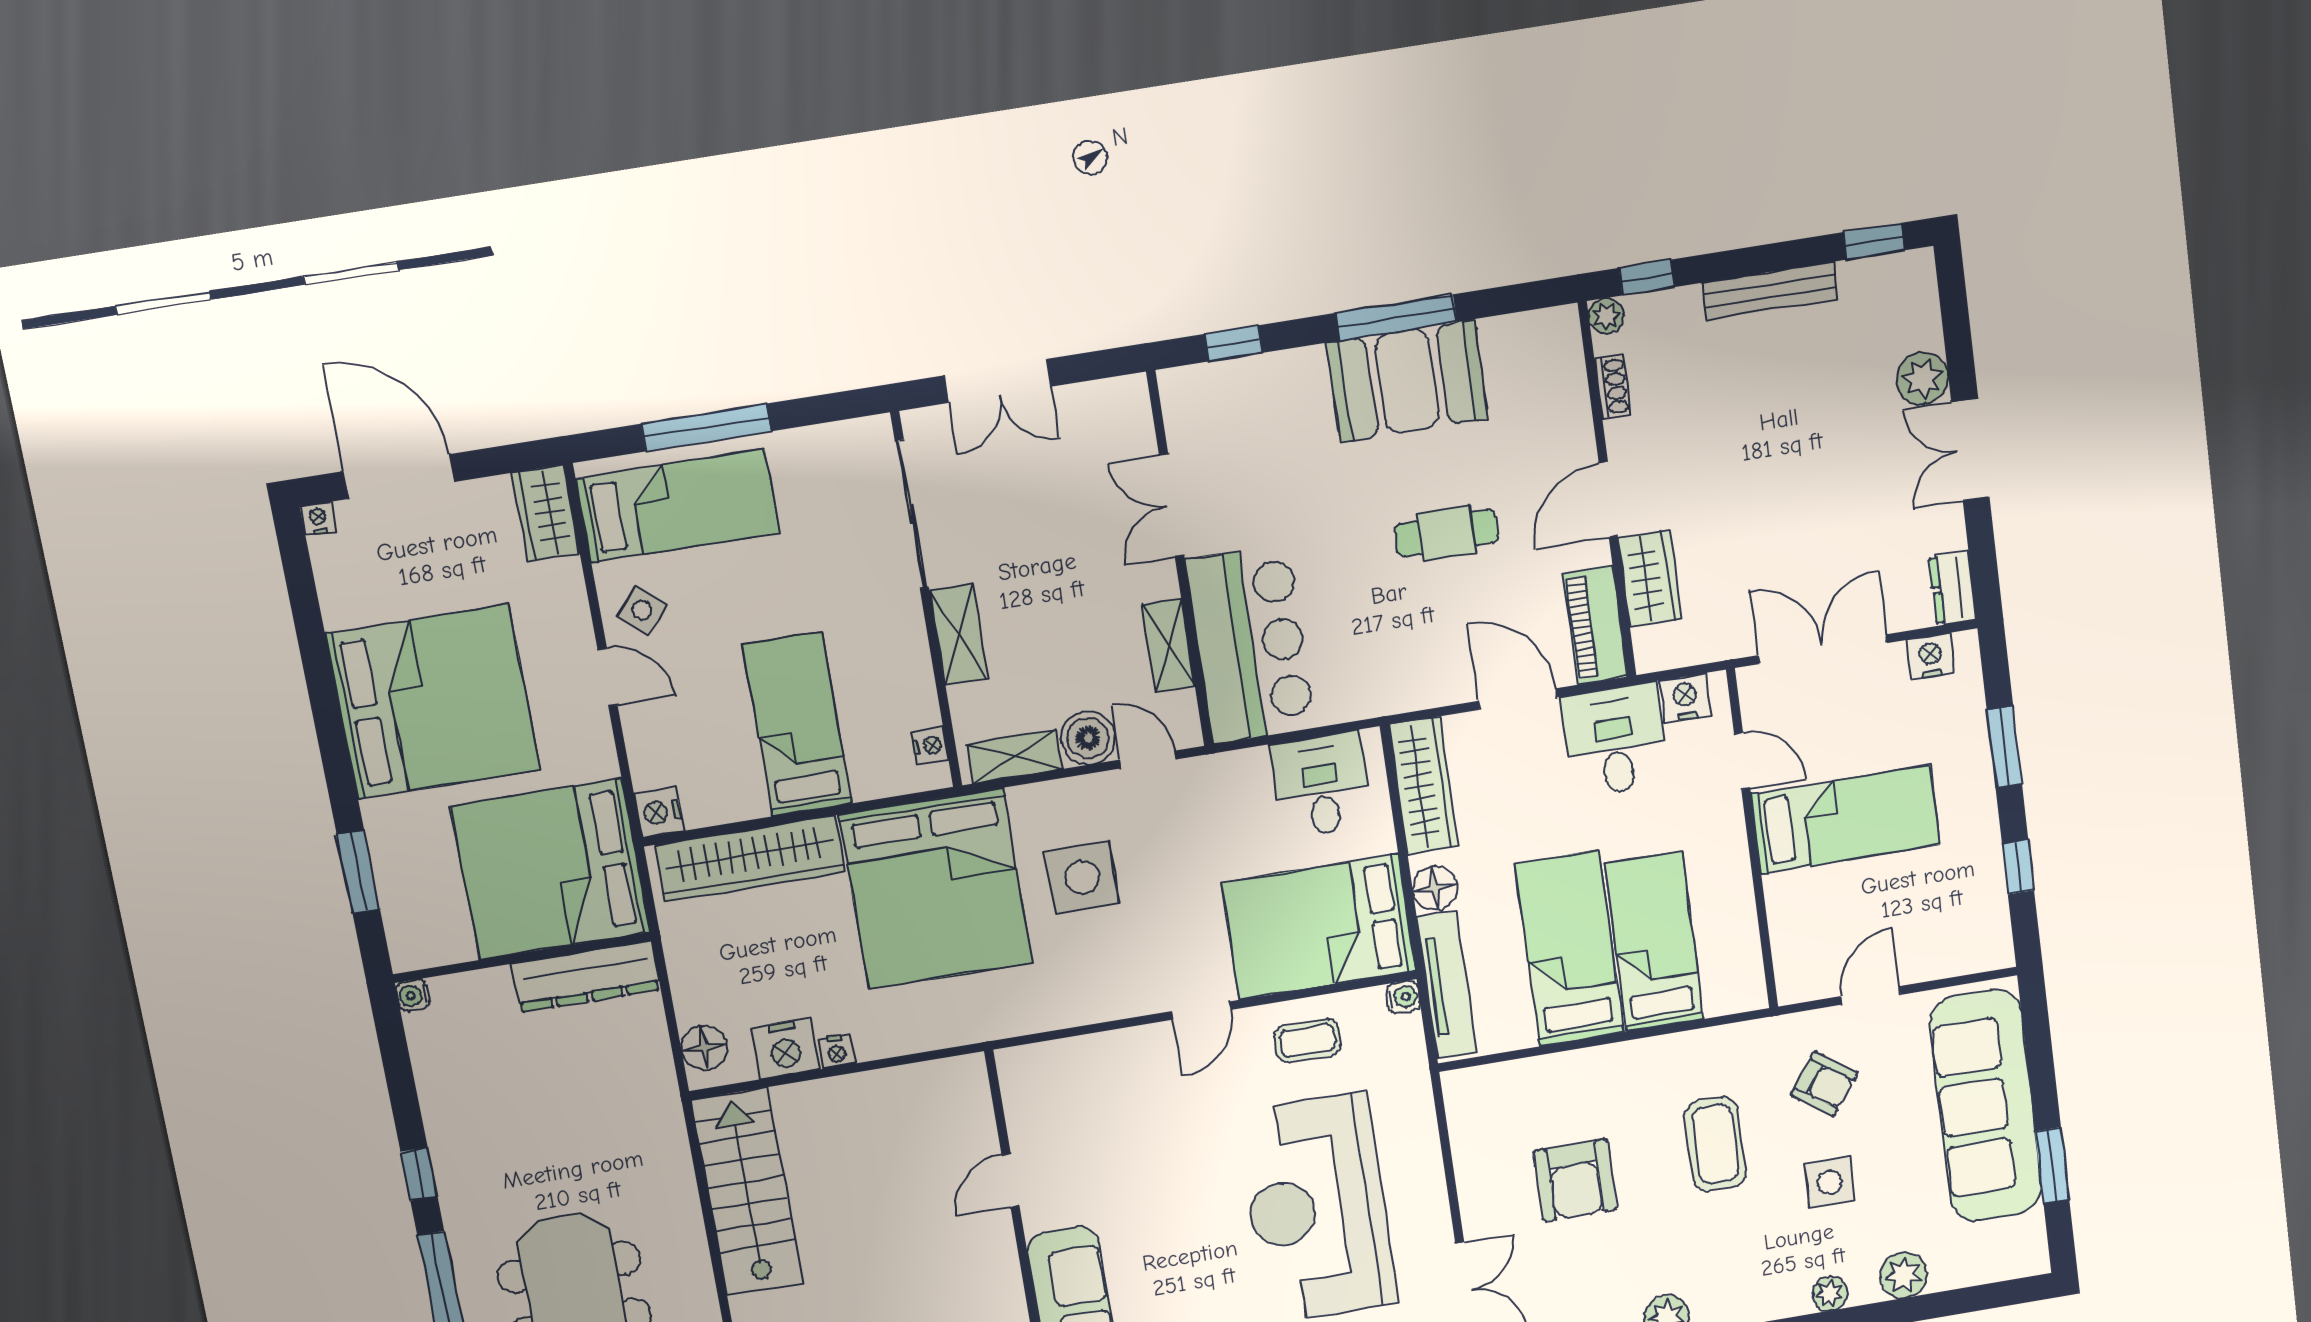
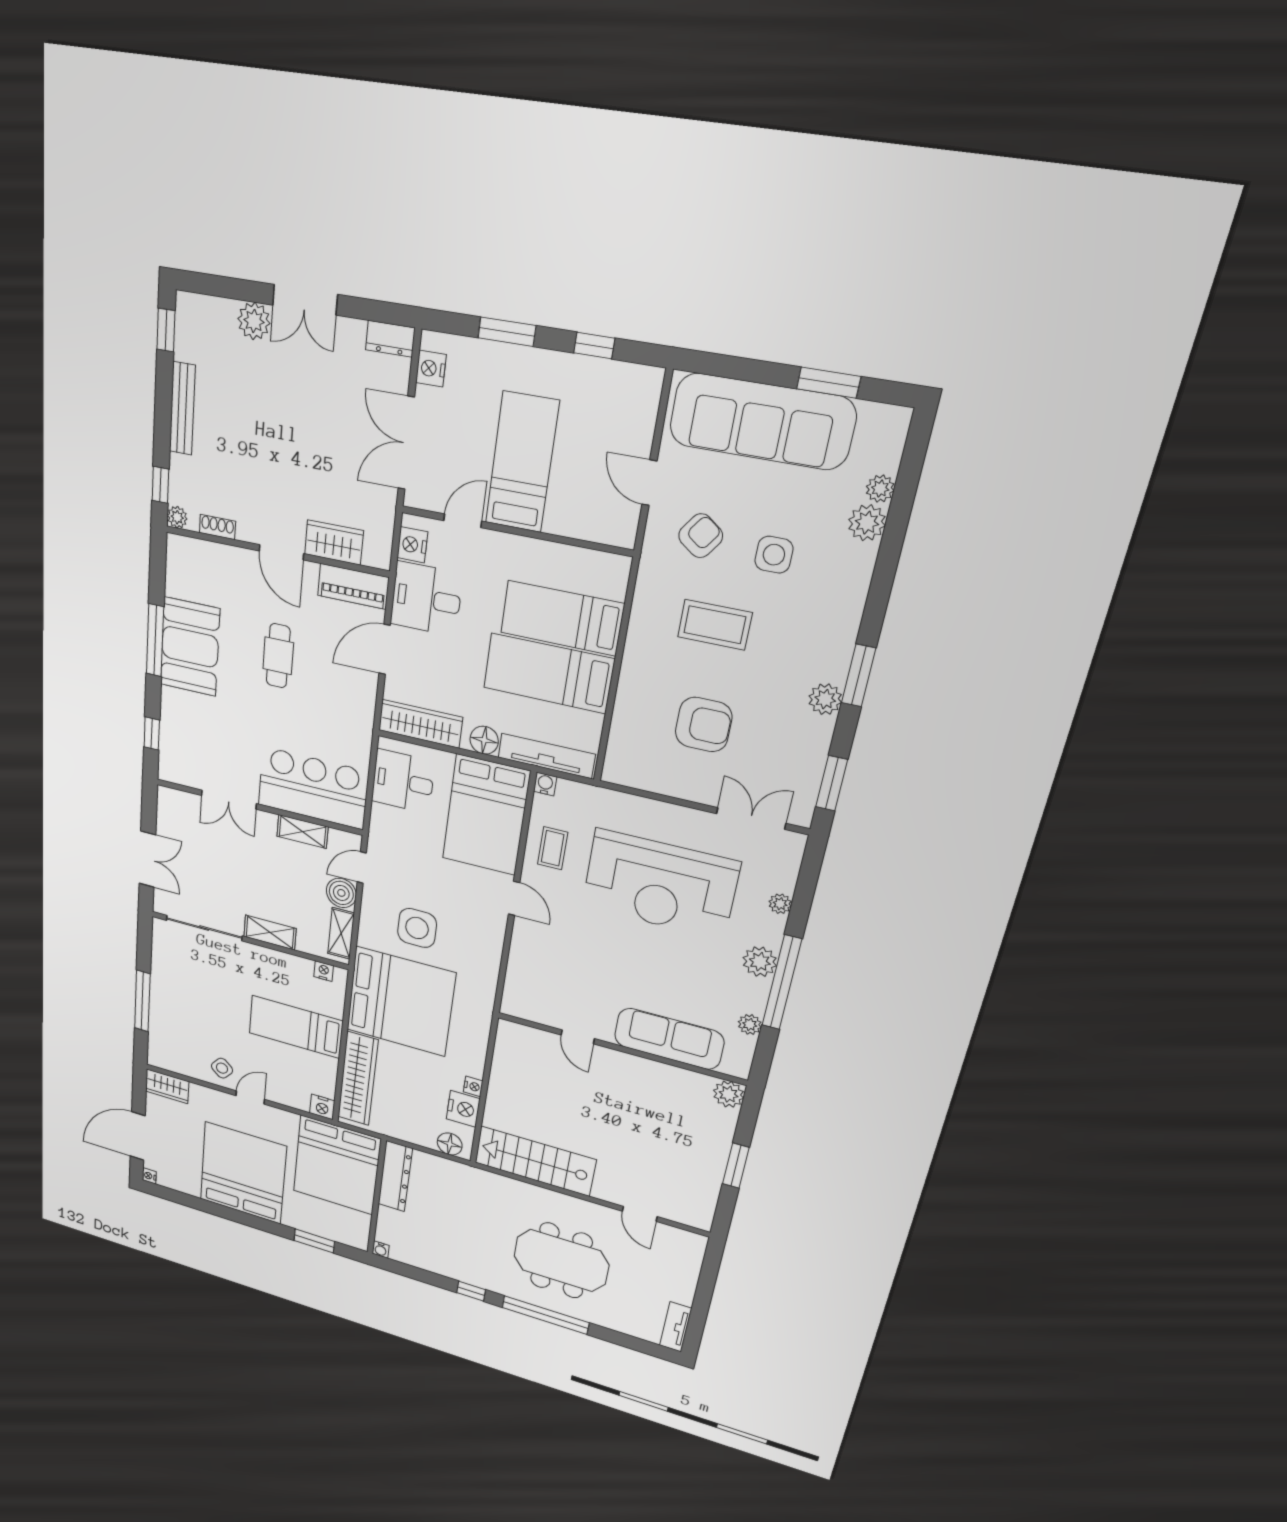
bed: (678, 506) -> (176, 1030), removed
plant: (1830, 1294) -> (880, 489), moved

